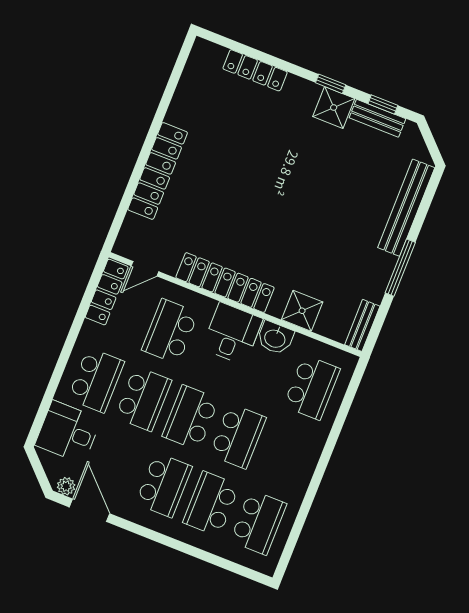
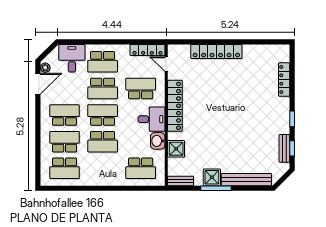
shower: (334, 108) -> (212, 177), moved
school desk: (164, 485) -> (65, 115), turned 180

